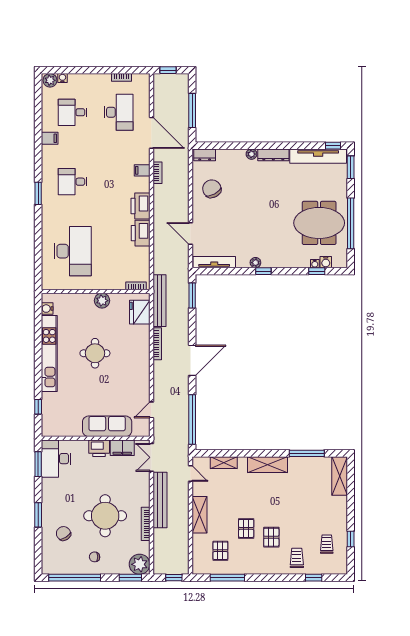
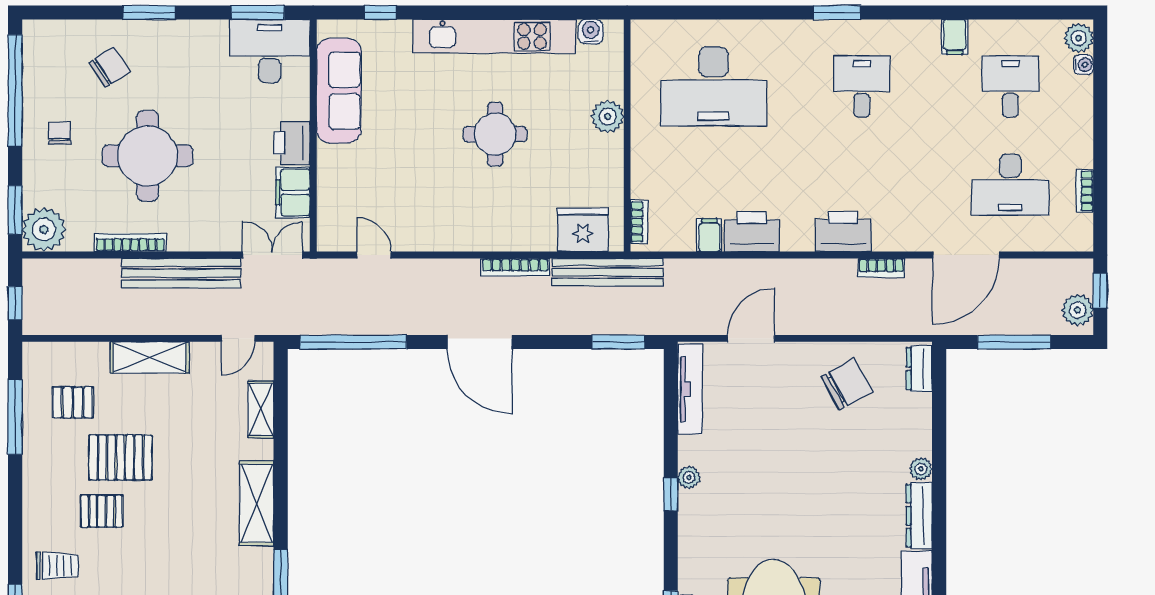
plant: (177, 81) -> (1077, 310), added
filing cabinet: (142, 170) -> (709, 235), moved
printer: (141, 206) -> (843, 232), moved
plant: (102, 301) -> (608, 117), moved
sofa: (107, 426) -> (339, 91), moved
pallet: (246, 528) -> (120, 457), width x1.50, depth x1.42

